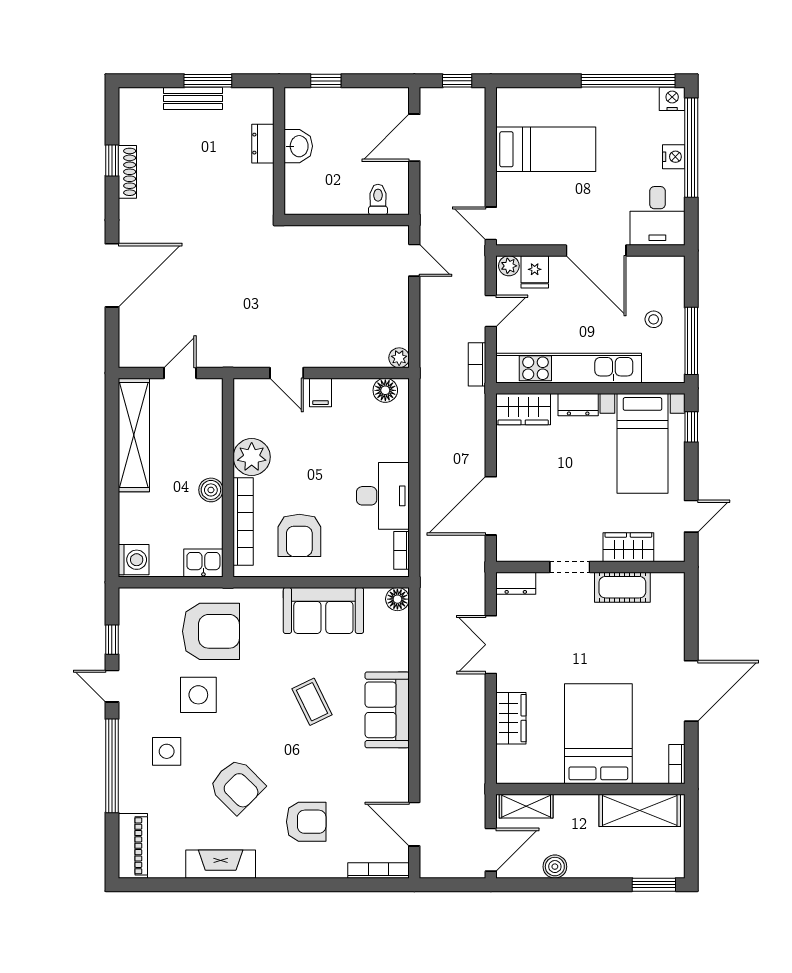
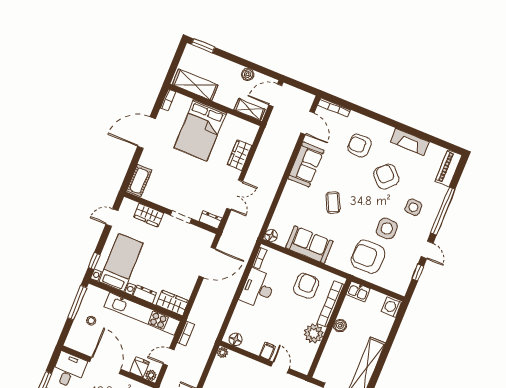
cot: (622, 587) -> (139, 181), moved, turned 90
sofa: (387, 710) -> (306, 164), moved

